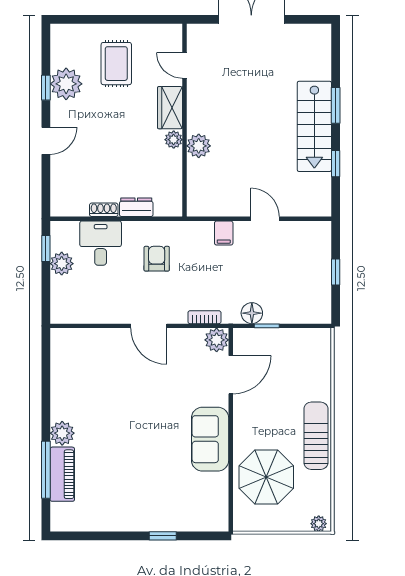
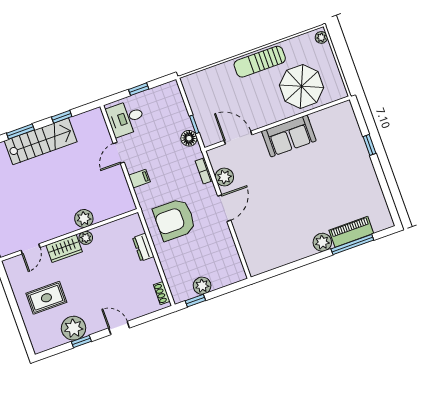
shoe rack: (104, 210) -> (162, 293), moved
desk: (101, 243) -> (126, 118), moved
armchair: (157, 259) -> (175, 220), width x1.88, depth x1.88
plant: (217, 340) -> (224, 177), moved

